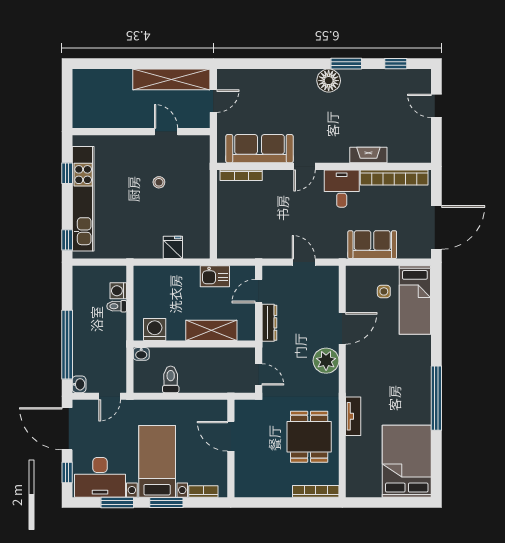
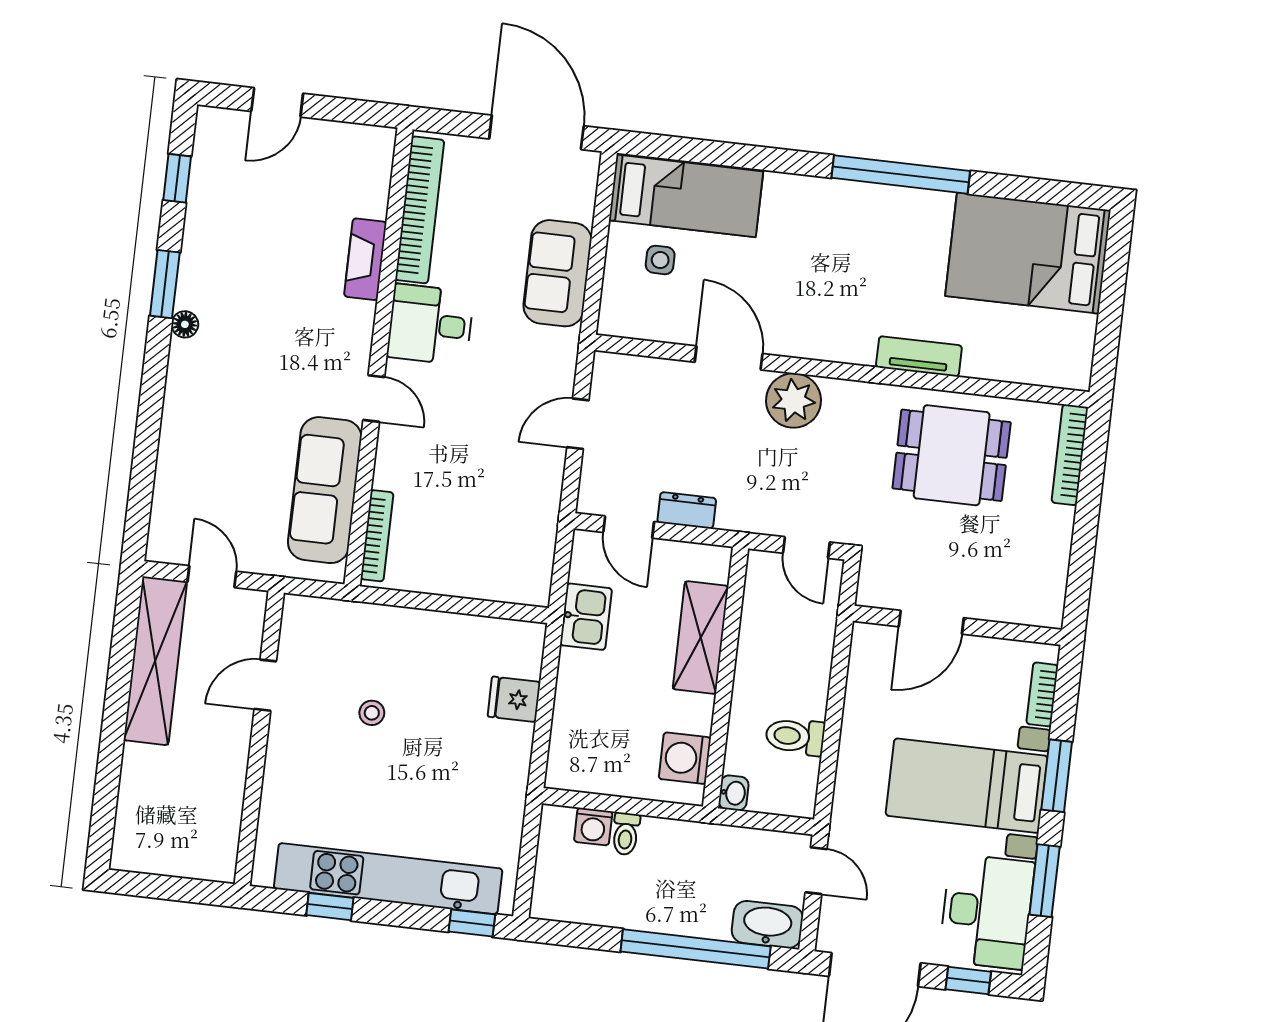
floor lamp: (329, 81) -> (185, 324), width x0.53, depth x0.53
dresser: (269, 323) -> (687, 510), width x0.70
door: (259, 374) -> (806, 548), swing flipped
washbasin: (79, 384) -> (767, 925), width x1.91, depth x1.45

